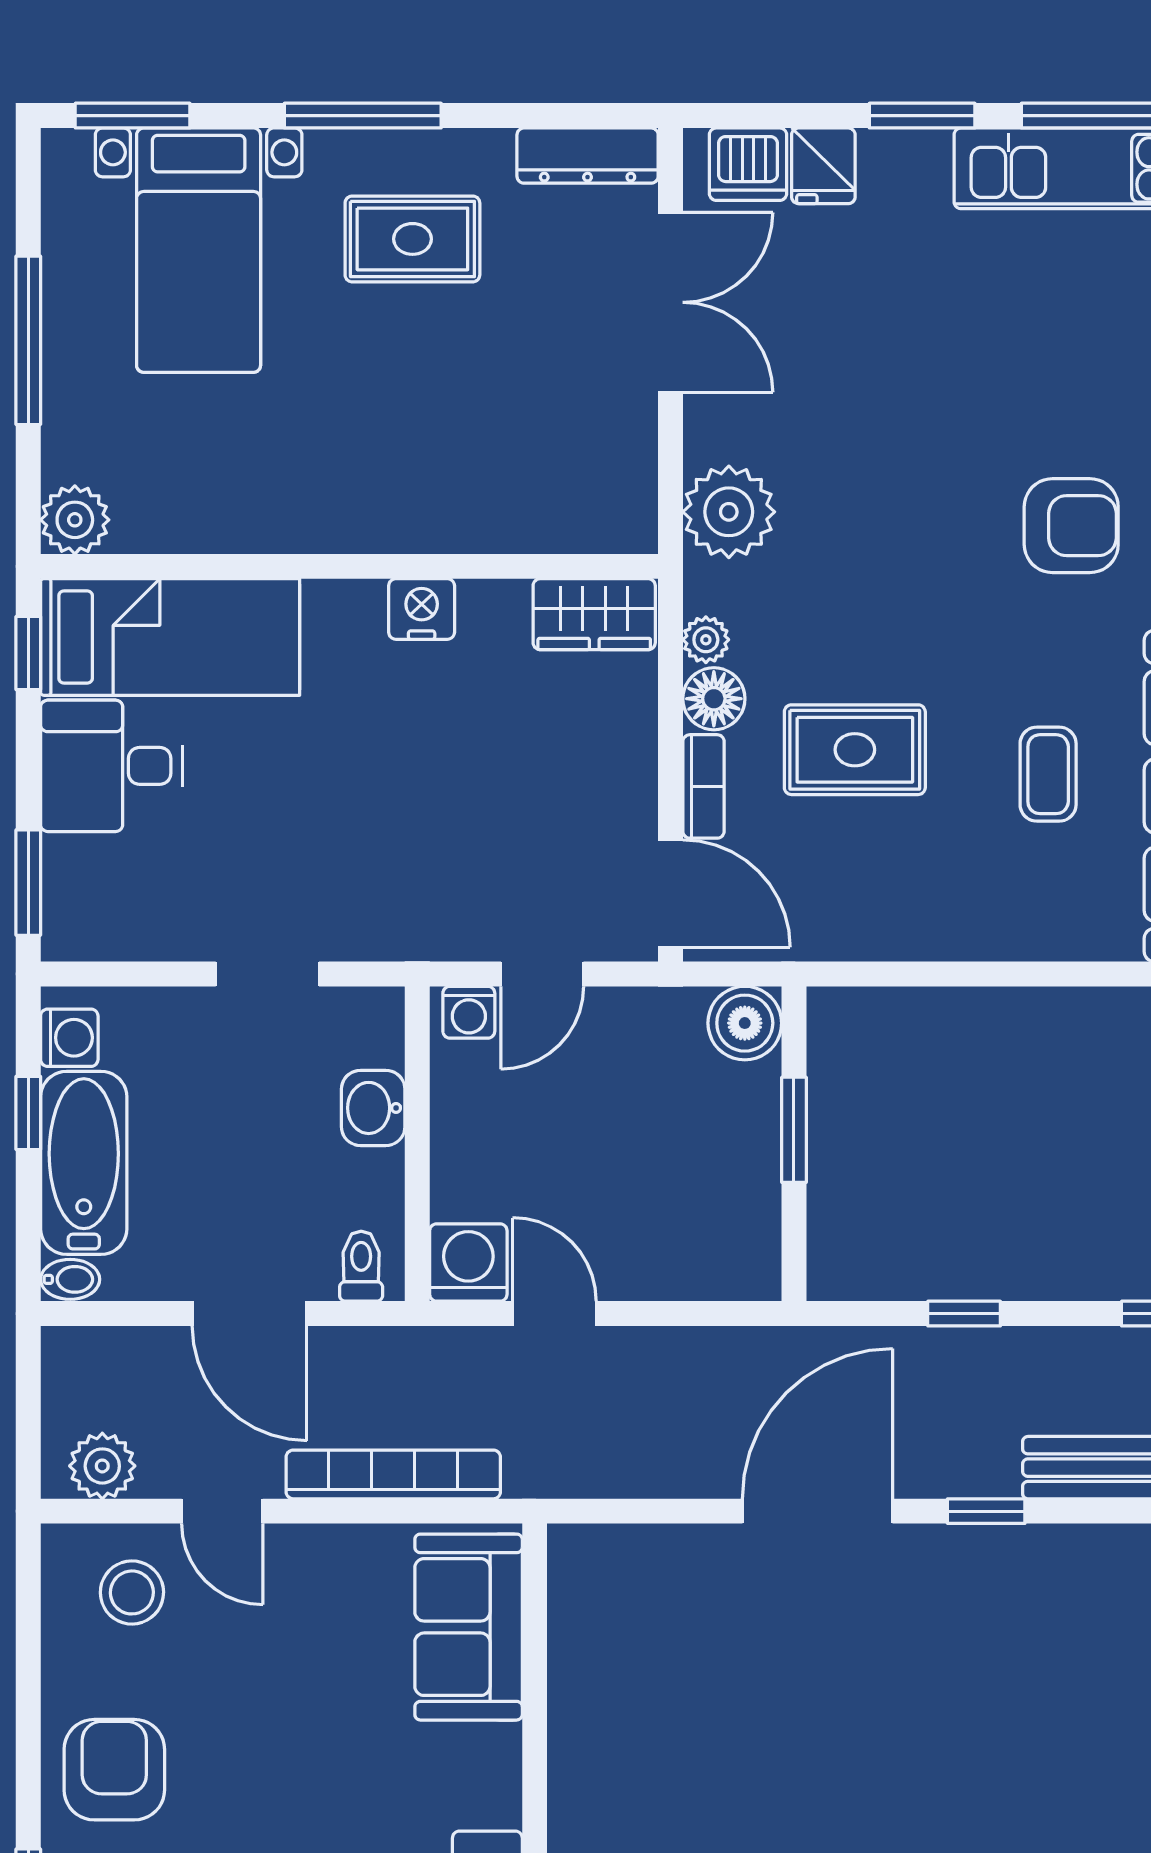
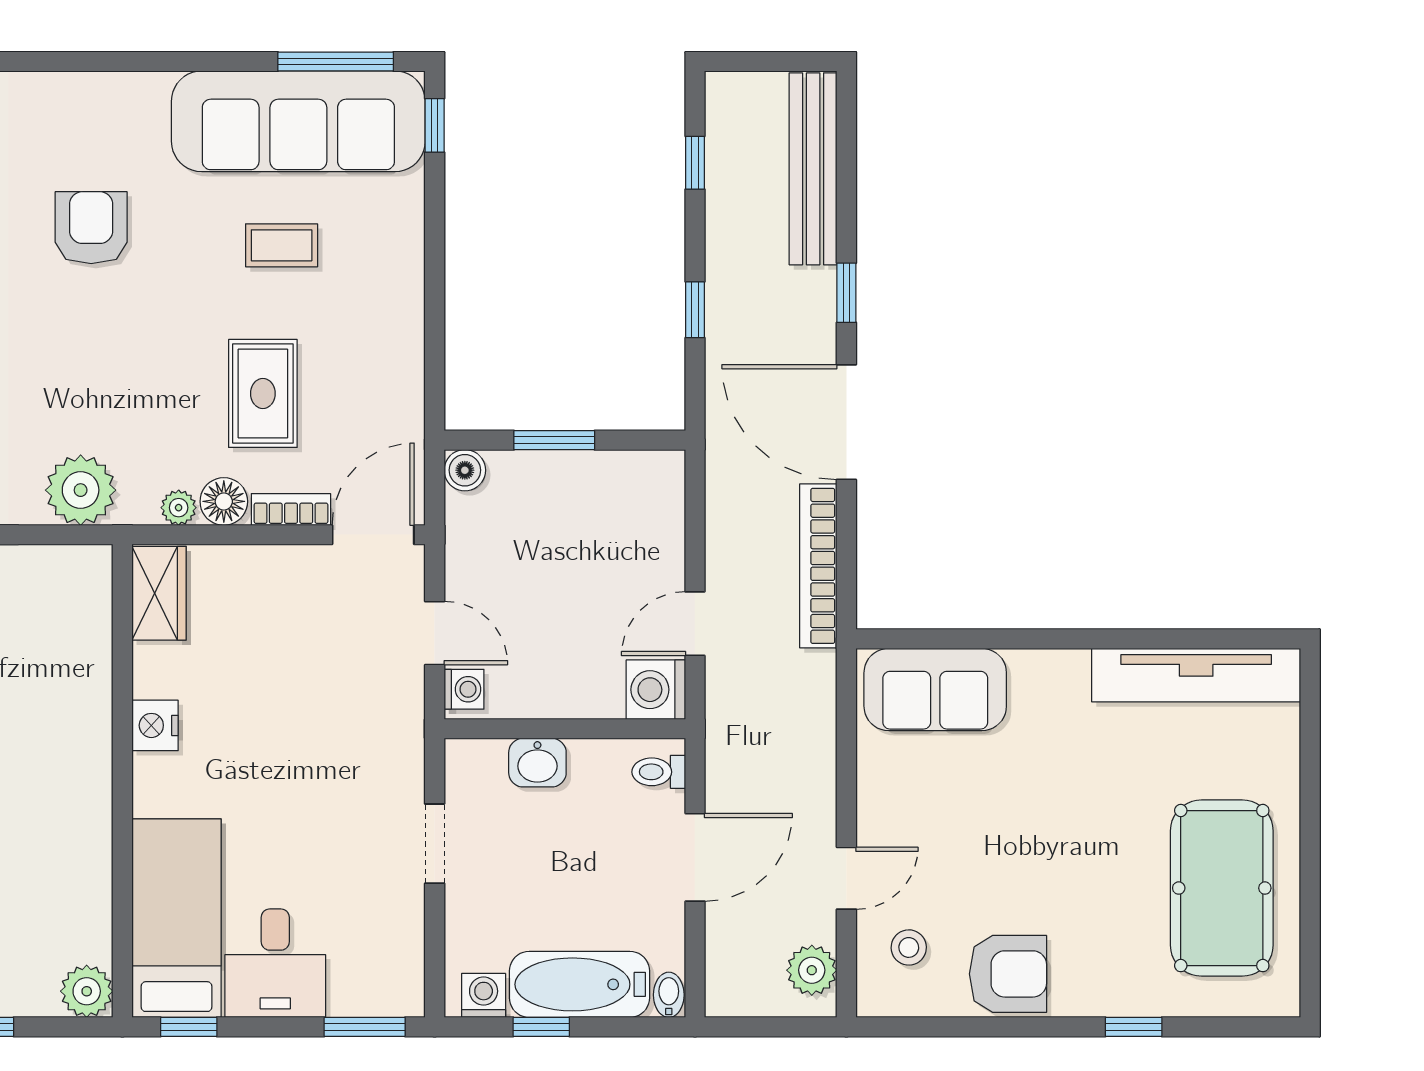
boiler: (745, 1023) -> (465, 470), width x0.73, depth x0.73
bookcase: (393, 1474) -> (818, 566), moved
stool: (132, 1592) -> (909, 947), width x0.73, depth x0.73
armchair: (114, 1770) -> (1008, 974), moved, turned 180

